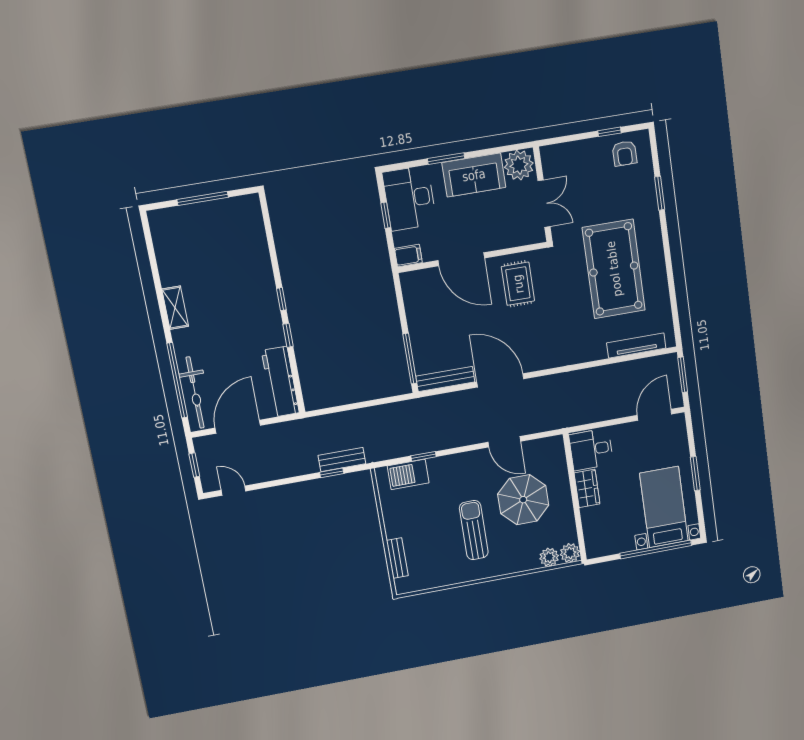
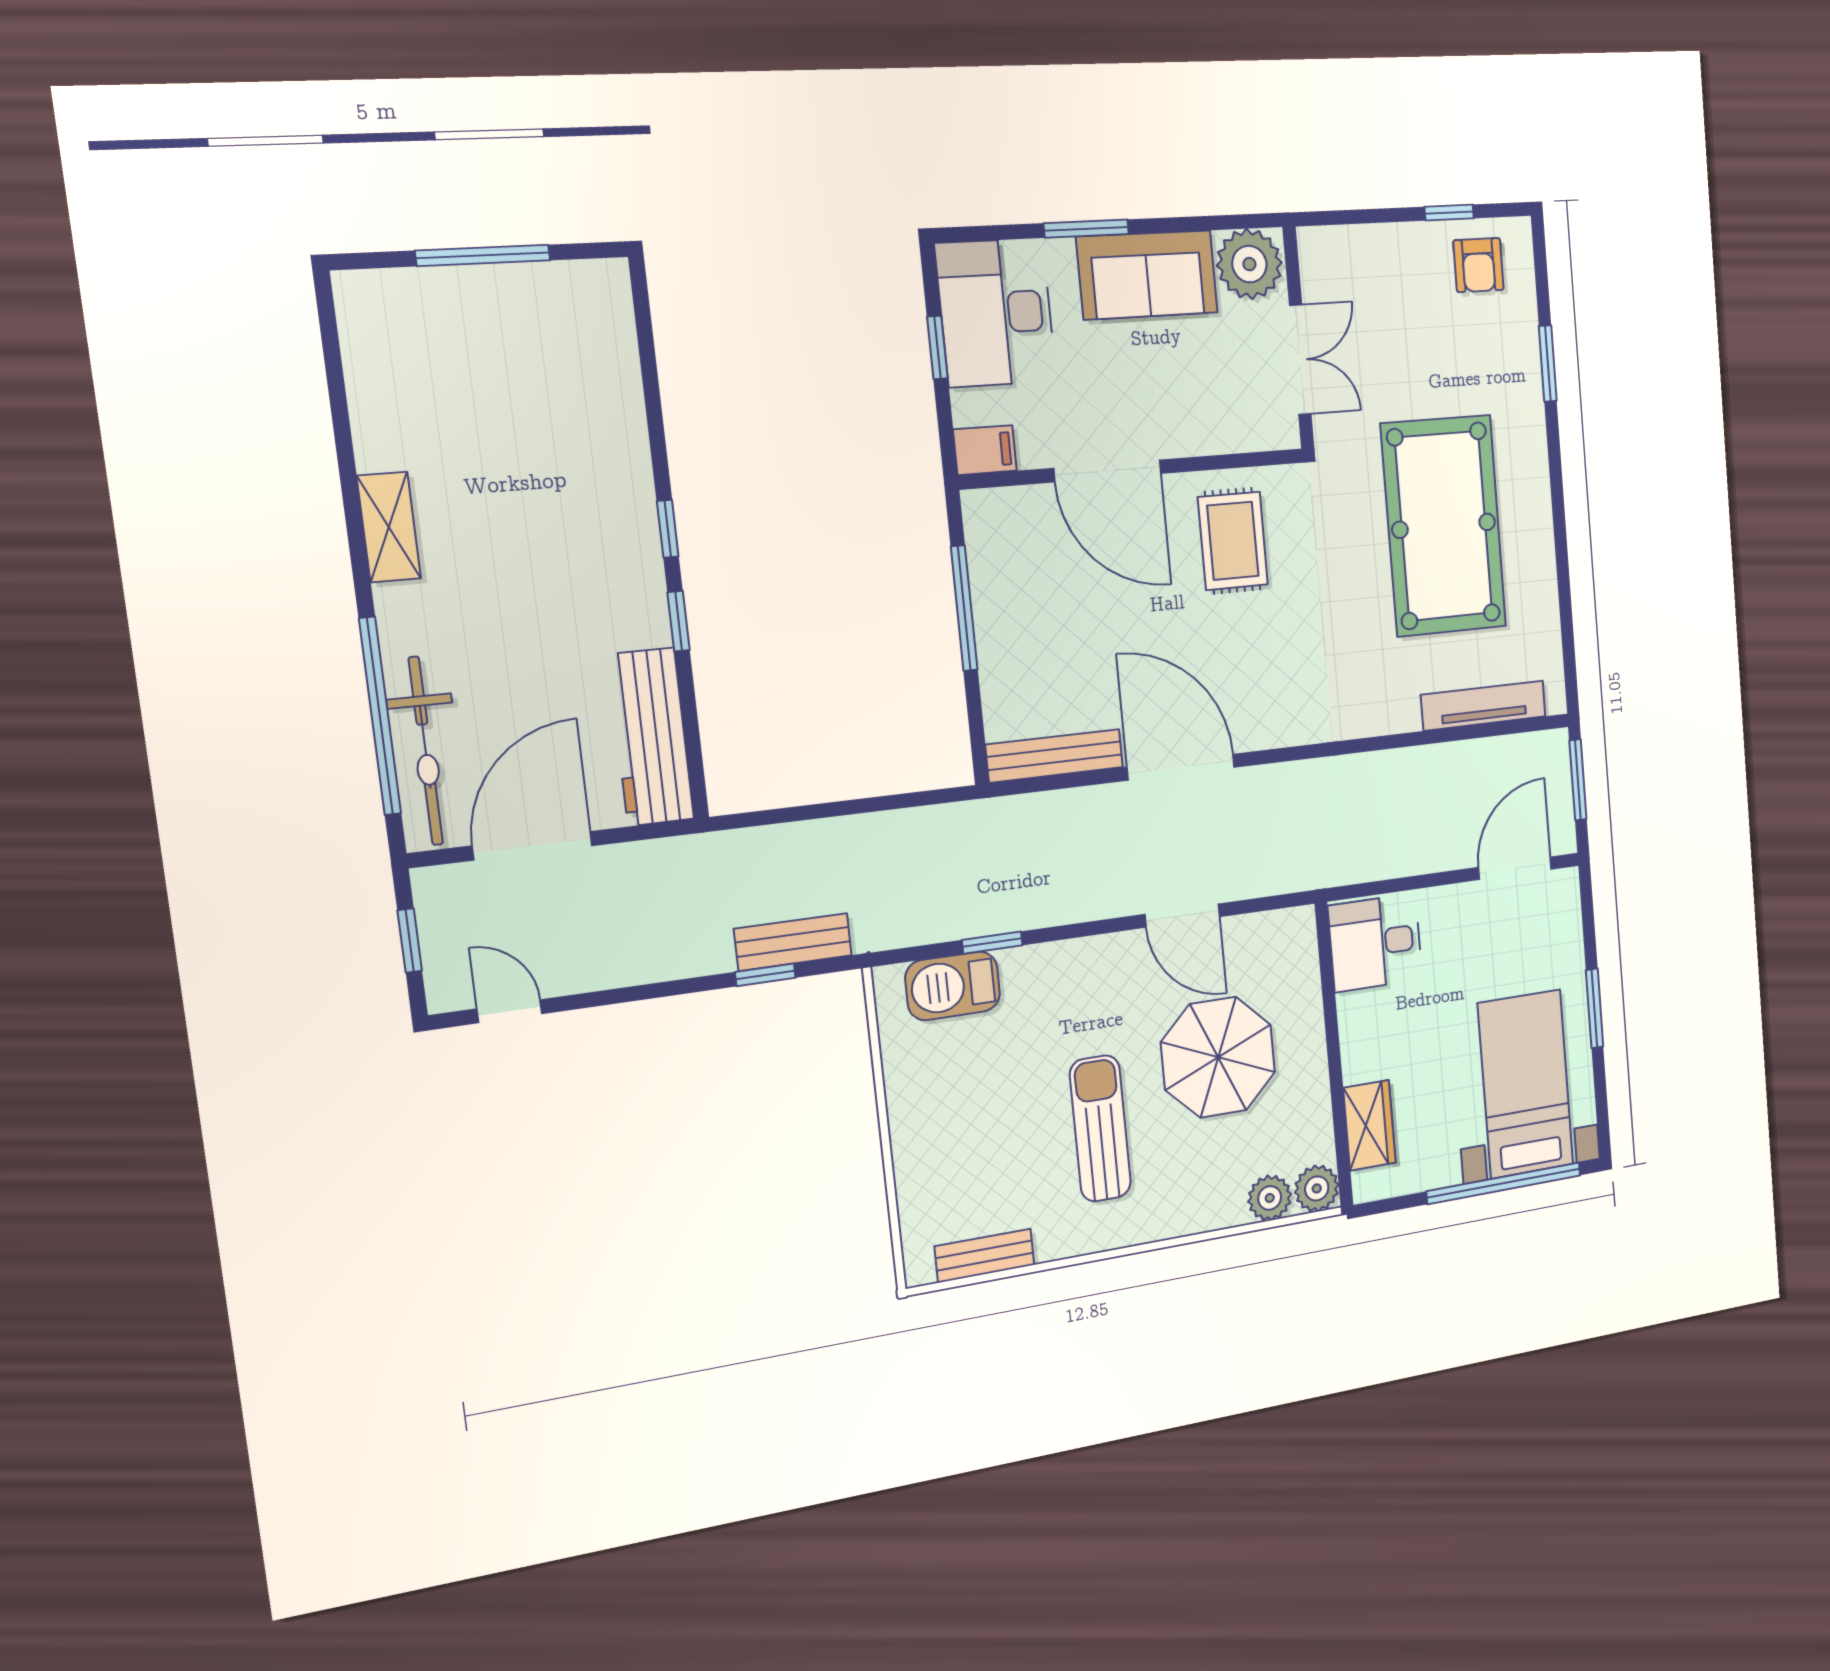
window: (410, 359) -> (964, 608), moved
wardrobe: (587, 488) -> (1370, 1125), moved
bench: (397, 558) -> (985, 1256), moved, turned 90

